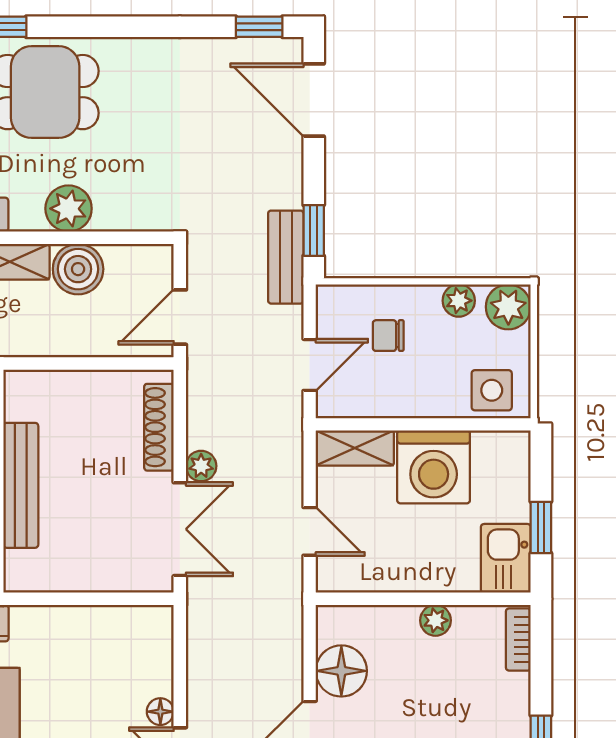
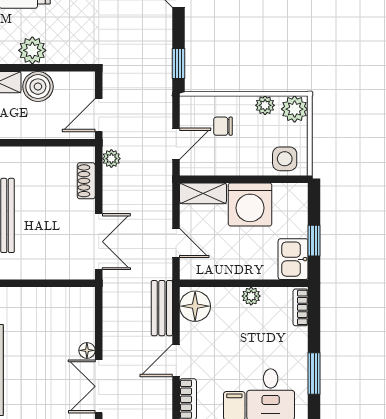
bench: (286, 257) -> (162, 308), moved
shoe rack: (159, 427) -> (86, 181), width x0.70
plant: (201, 466) -> (111, 159), moved
floor lamp: (341, 671) -> (195, 306), moved

